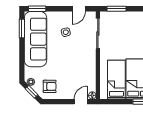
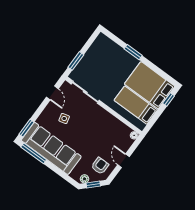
window: (22, 28) -> (34, 153), width x1.44
door: (81, 102) -> (124, 161), moved

